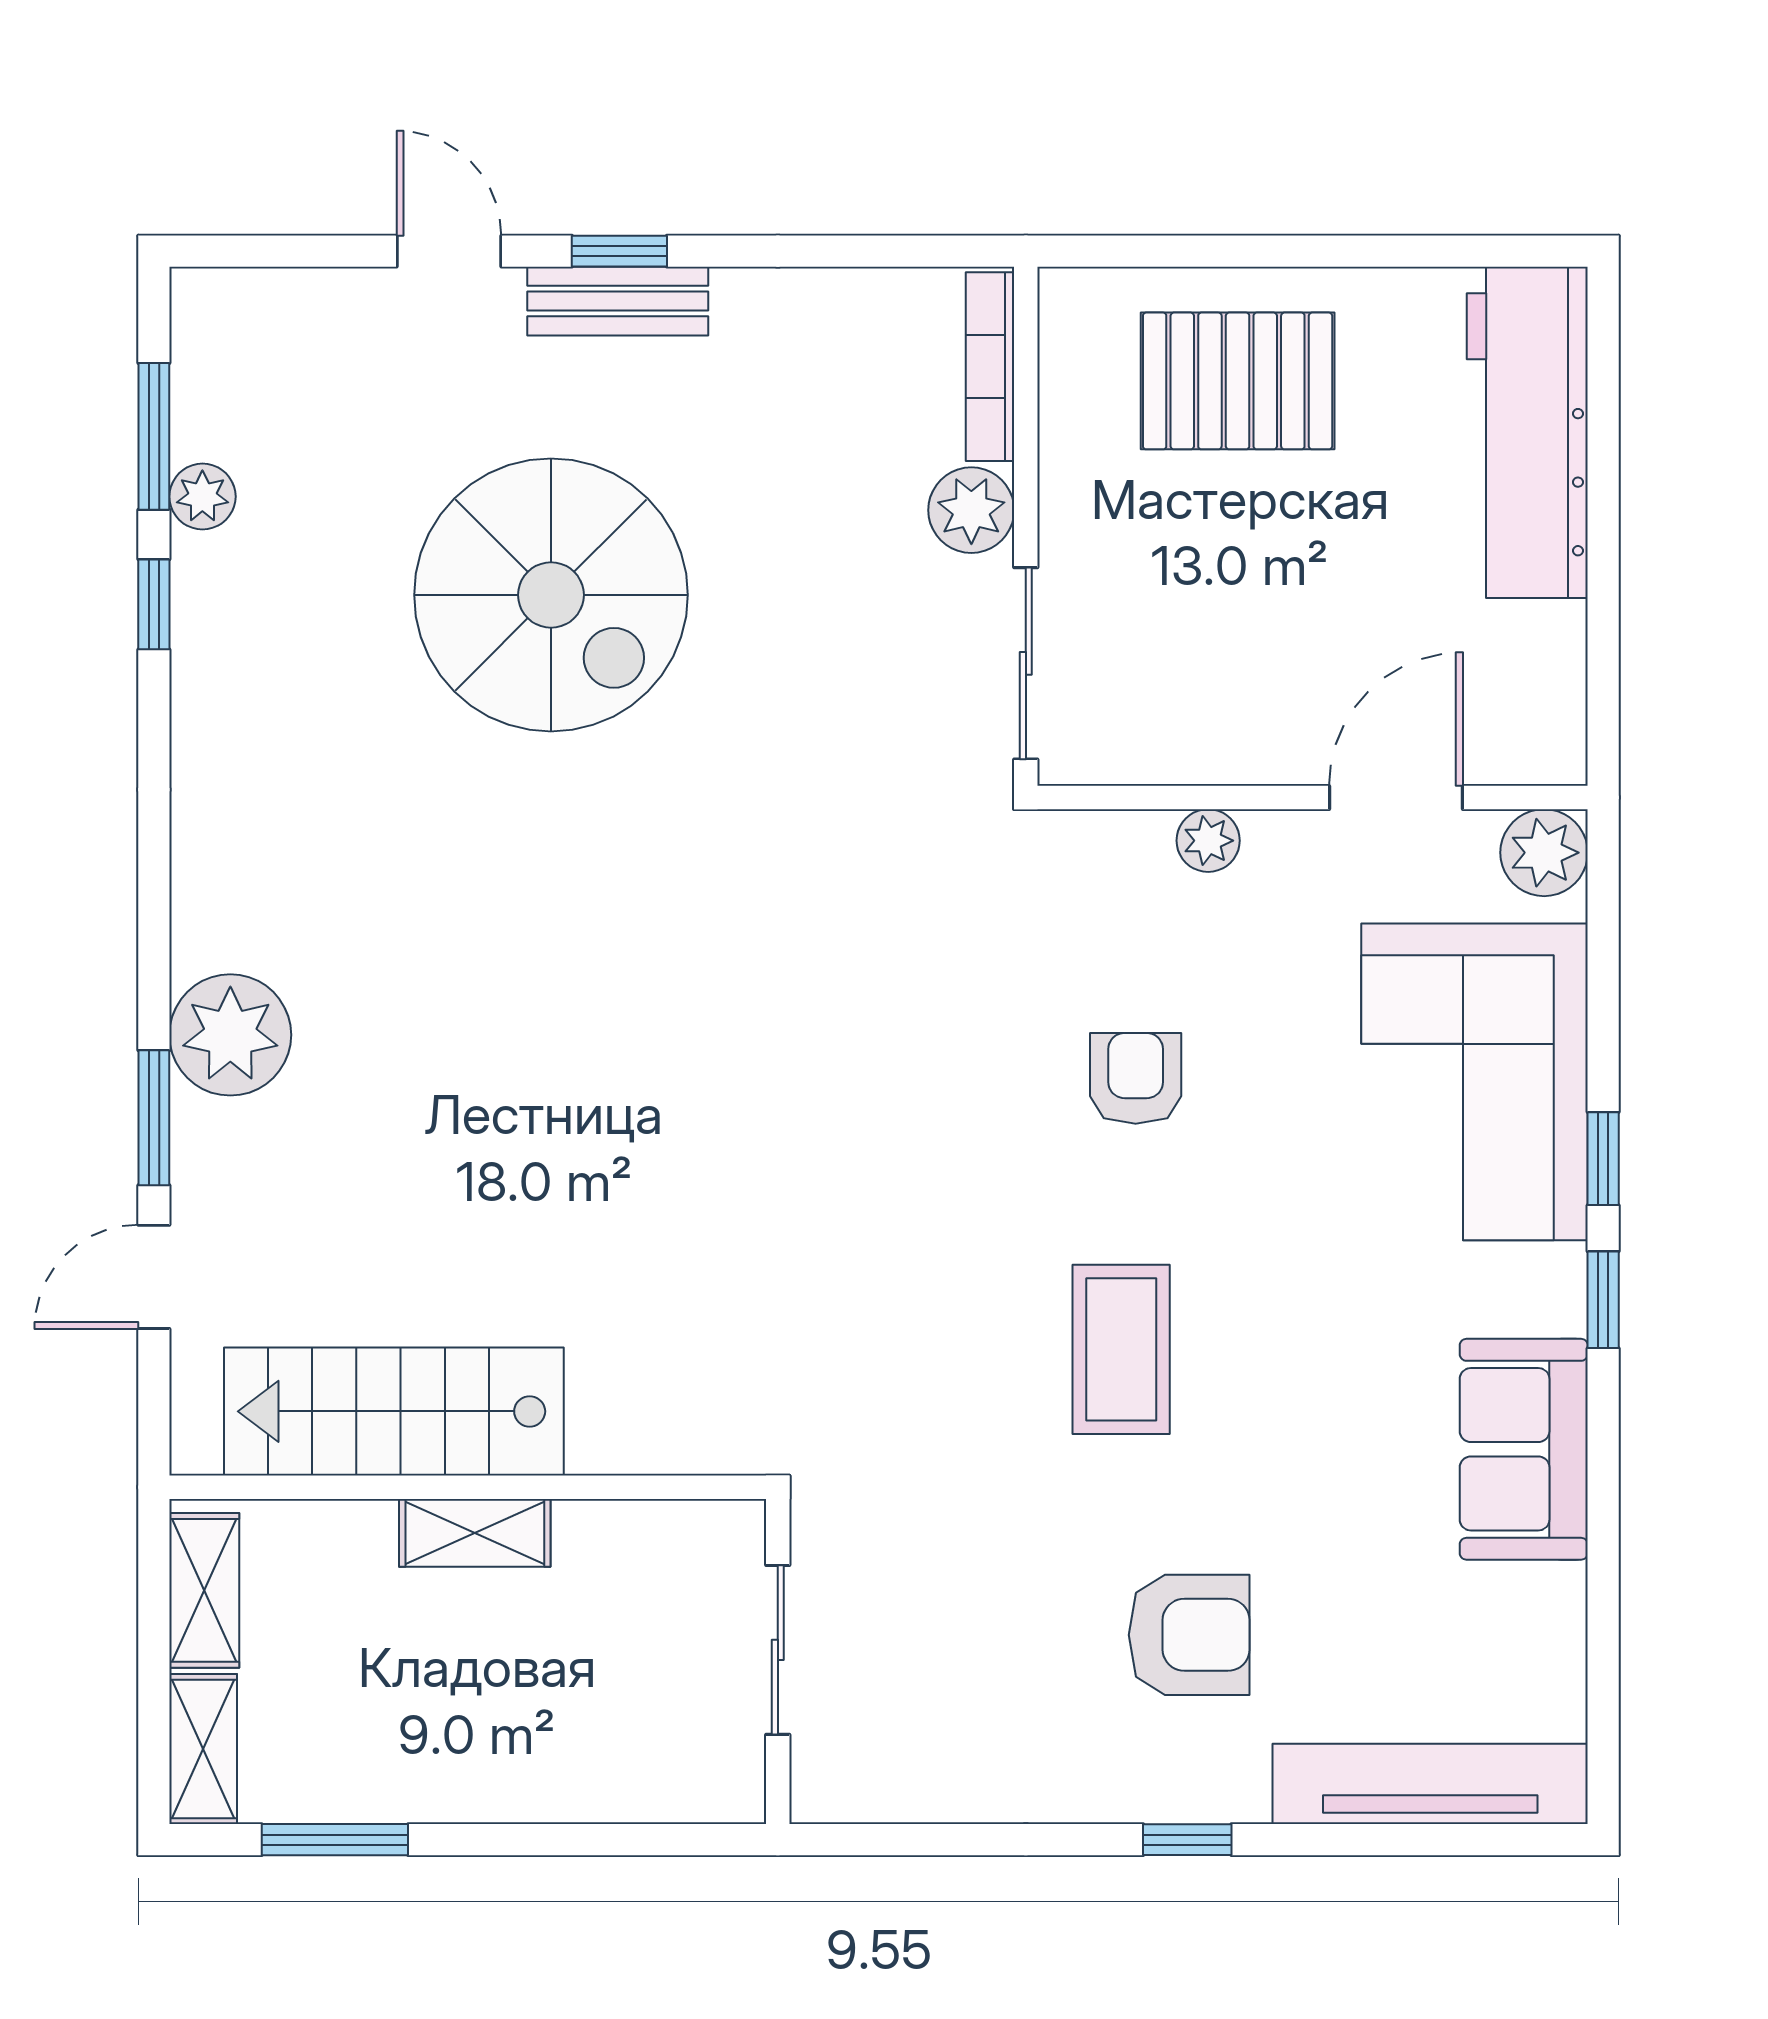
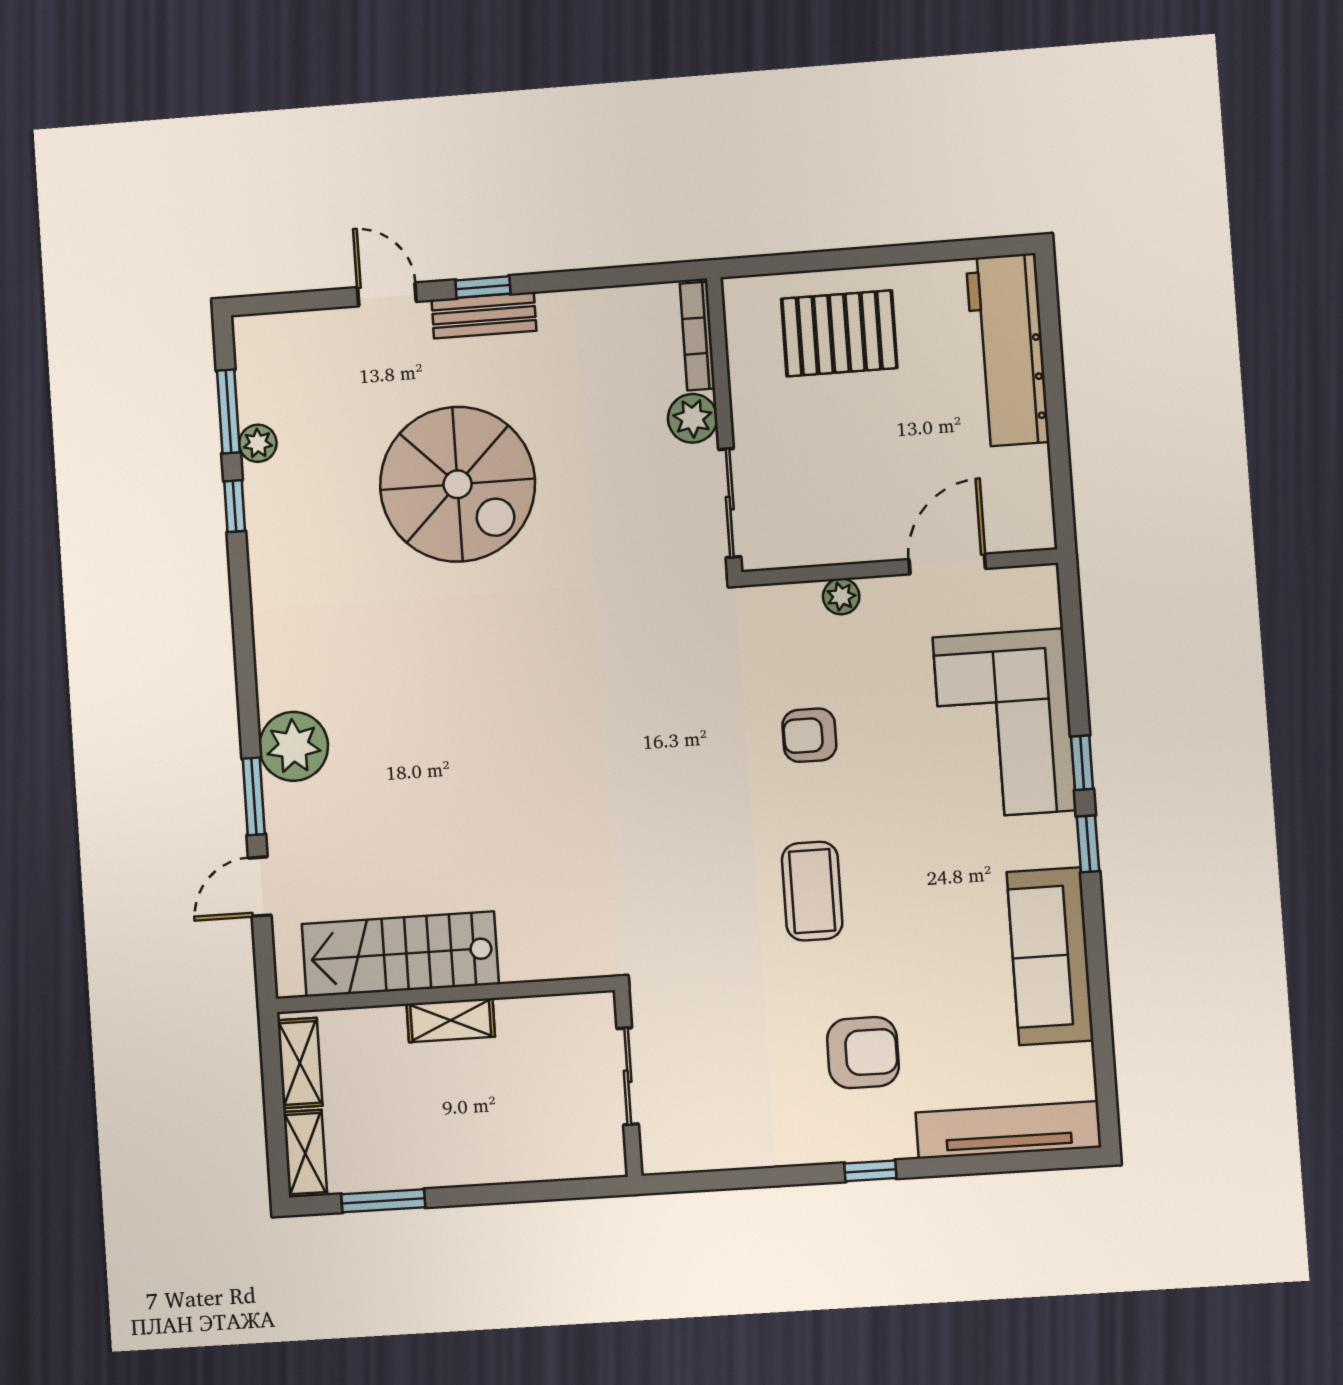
plant: (1544, 853) -> (1035, 589), removed
armchair: (1136, 1078) -> (809, 735), turned -90
sofa: (1524, 1449) -> (1050, 956), width x1.36

